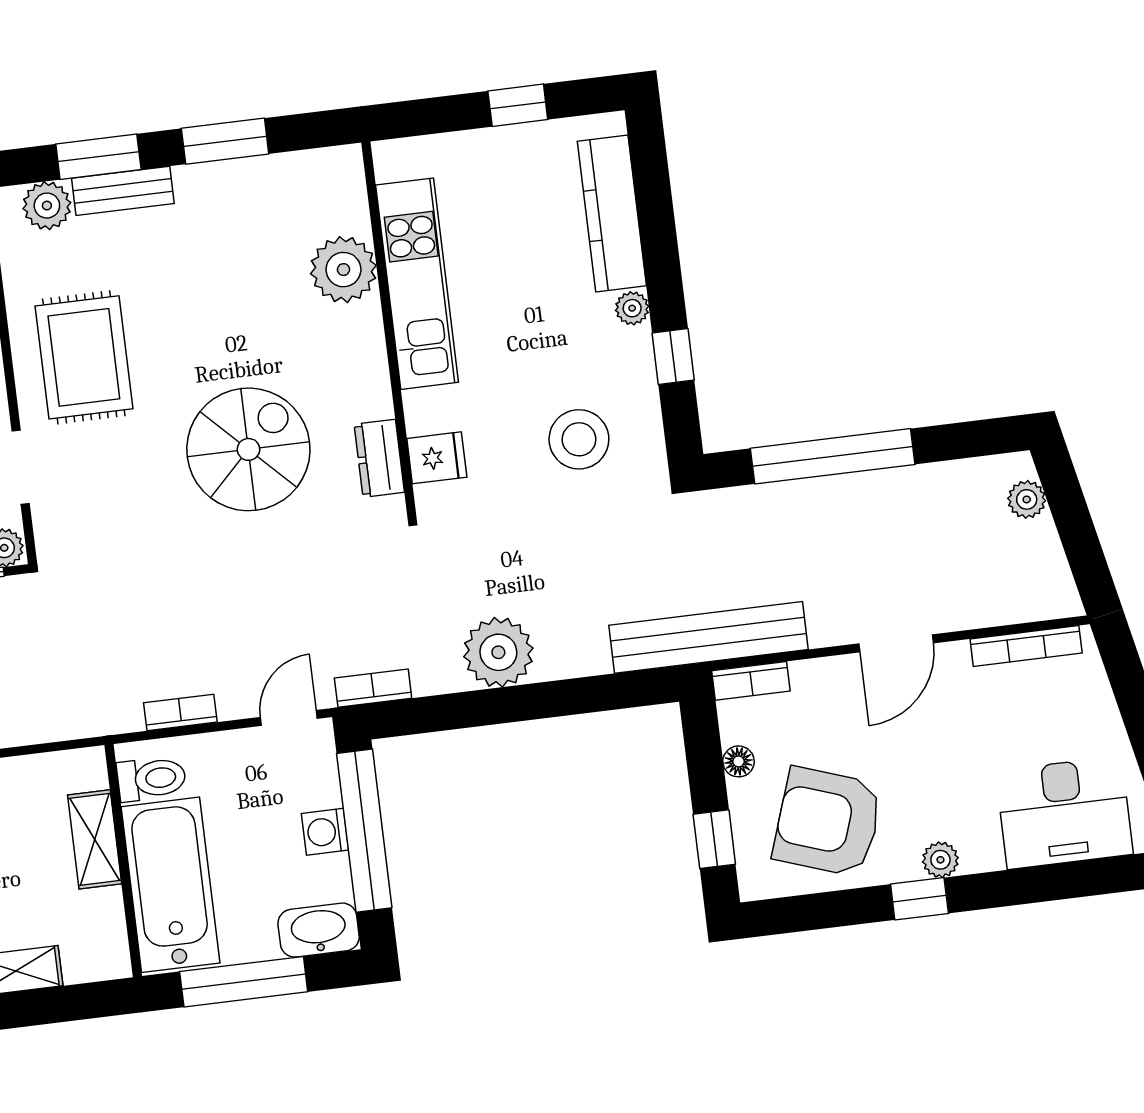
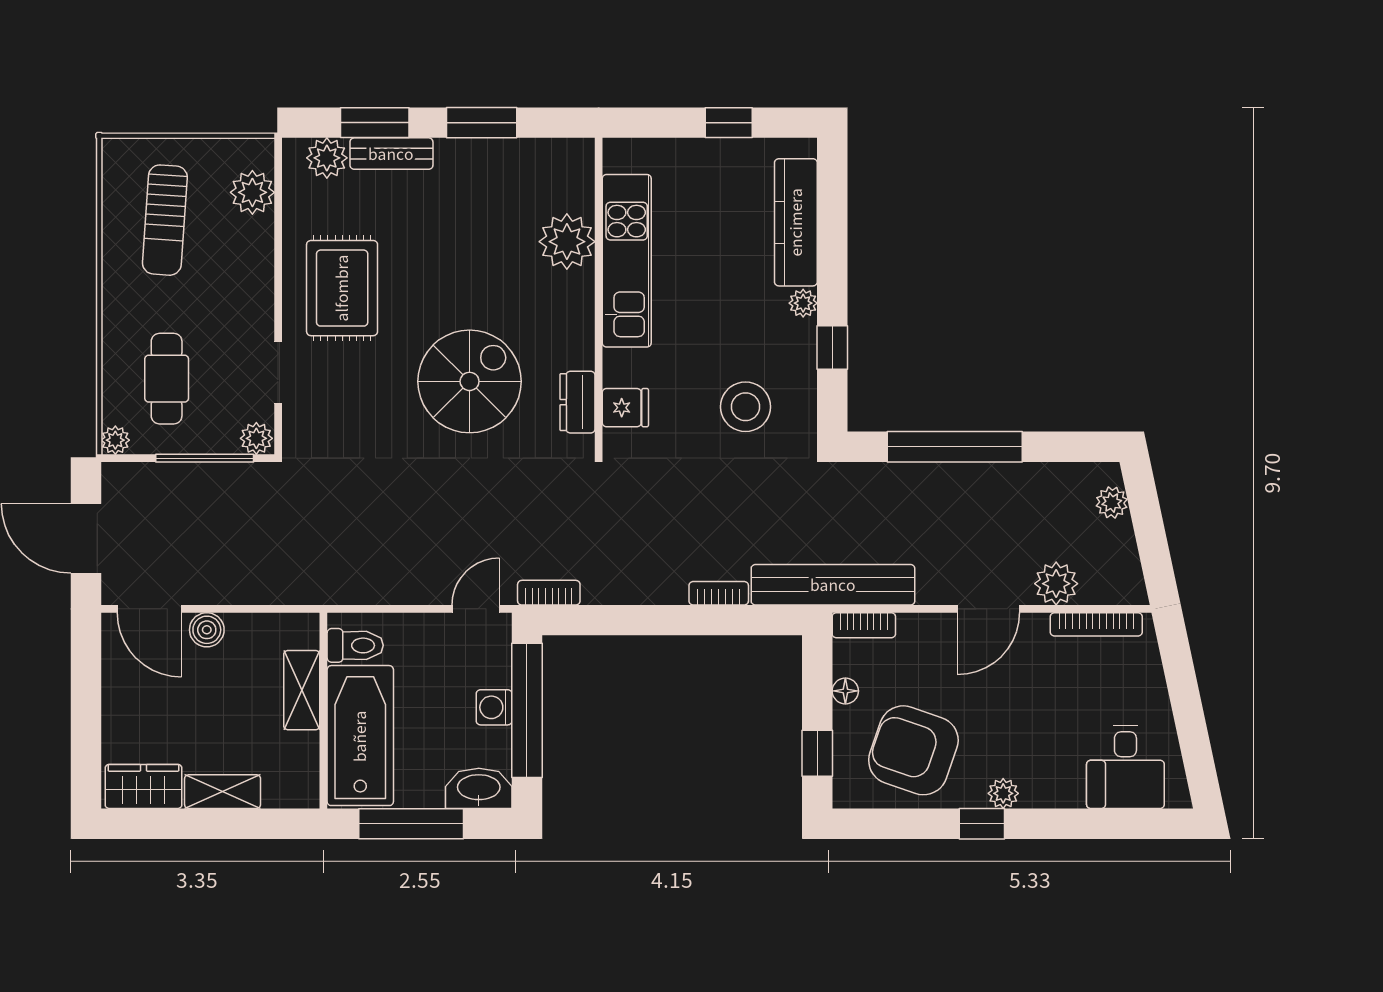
plant: (498, 652) -> (1056, 584), moved, width x0.73, depth x0.73
bookcase: (180, 712) -> (719, 593), moved
desk: (1064, 813) -> (1125, 767), width x0.73

